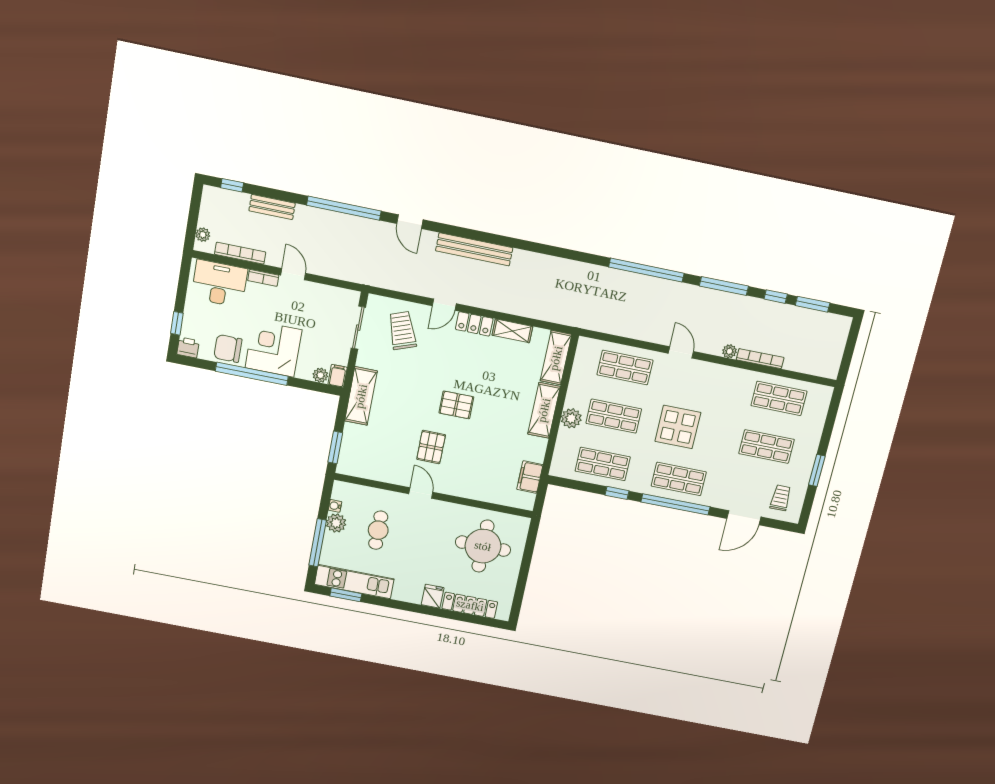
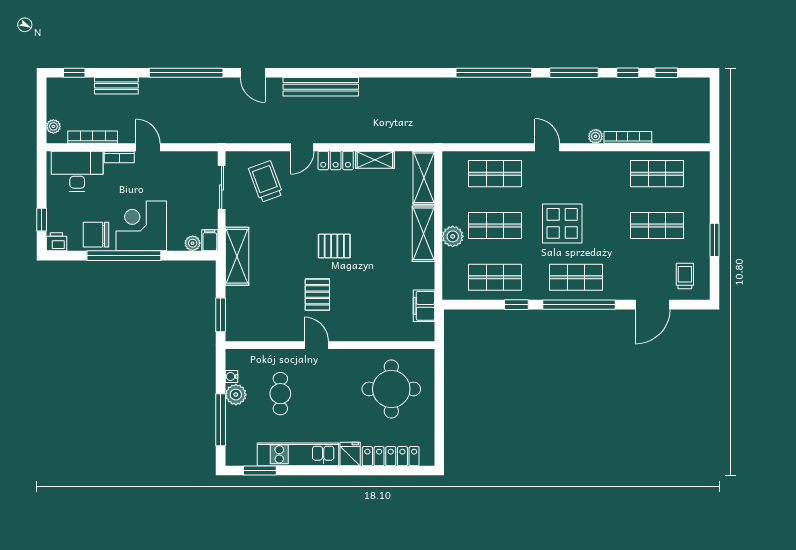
window: (813, 304) -> (666, 73), width x0.67
kitchen unit: (354, 582) -> (298, 454), moved

